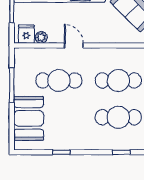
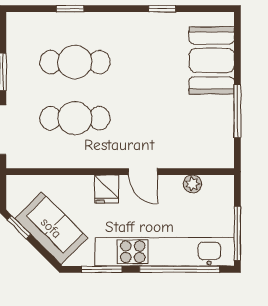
fridge: (26, 34) -> (107, 189), moved
cafe table: (59, 80) -> (166, 118), removed

